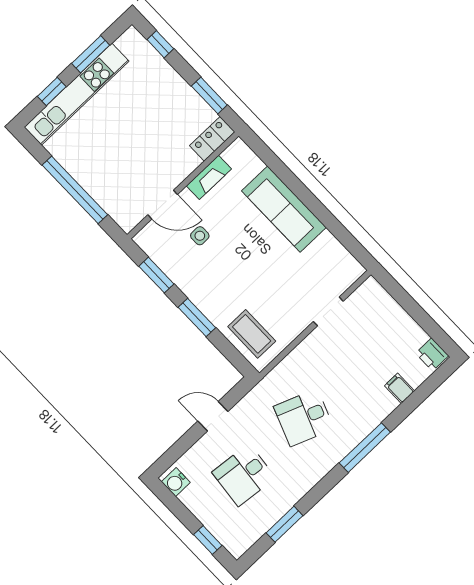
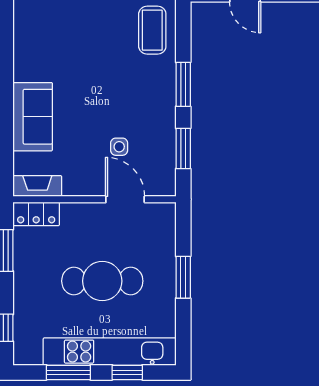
cafe table: (126, 136) -> (102, 281), added
fireplace: (209, 177) -> (37, 186), moved
window: (75, 190) -> (183, 277), width x0.47
sofa: (284, 209) -> (33, 117), width x0.73

